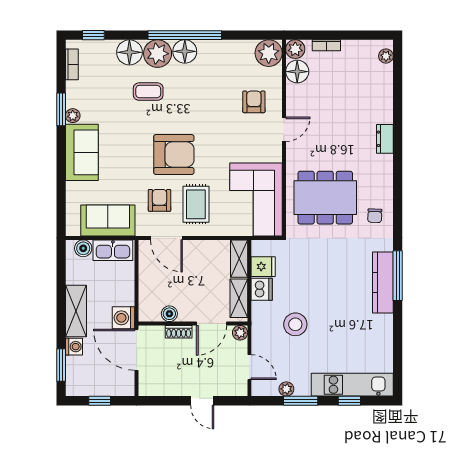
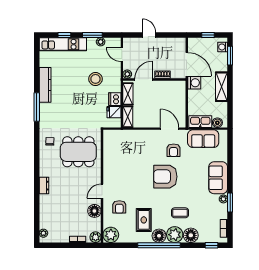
floor lamp: (297, 72) -> (94, 211), moved
corner sofa: (256, 200) -> (118, 151), removed
rug: (196, 204) -> (144, 220), moved
kitchen counter: (383, 282) -> (45, 85), moved
boiler: (169, 314) -> (168, 85), removed
washing machine: (74, 347) -> (223, 47), moved

